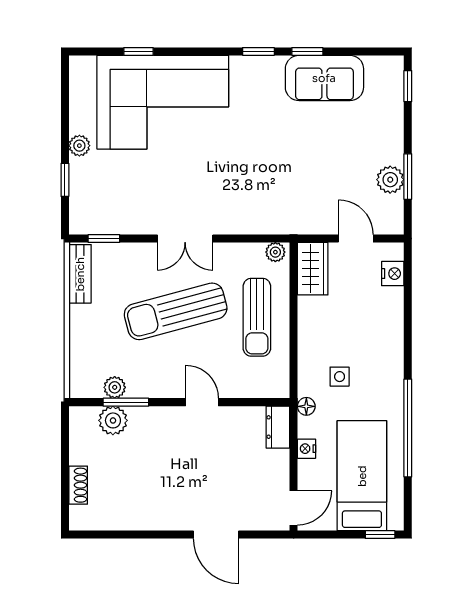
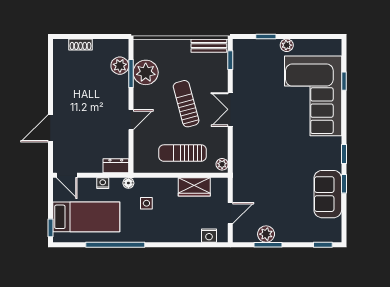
wardrobe: (313, 269) -> (194, 187), moved
sun lounger: (176, 311) -> (186, 104), width x0.73, depth x0.75
plant: (115, 387) -> (146, 72), width x1.88, depth x1.88

